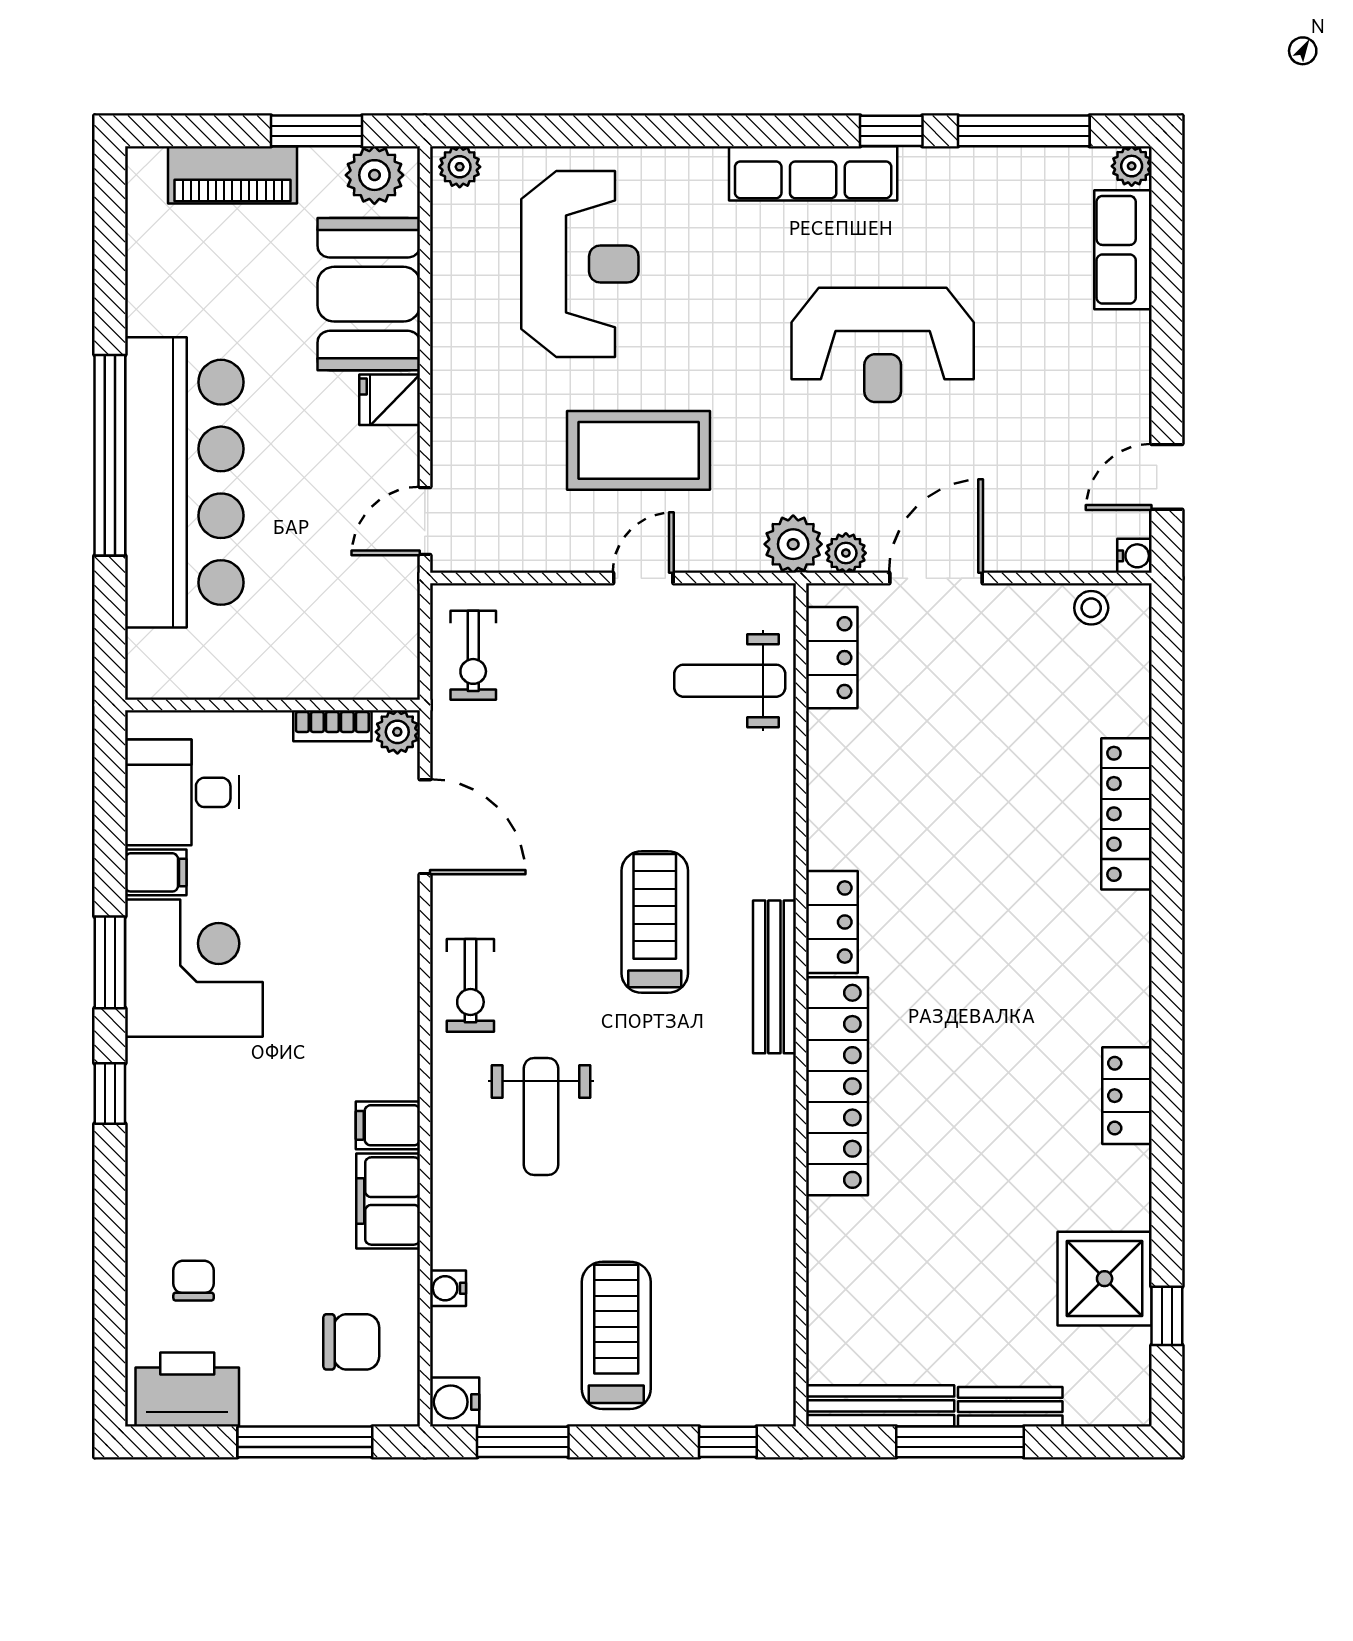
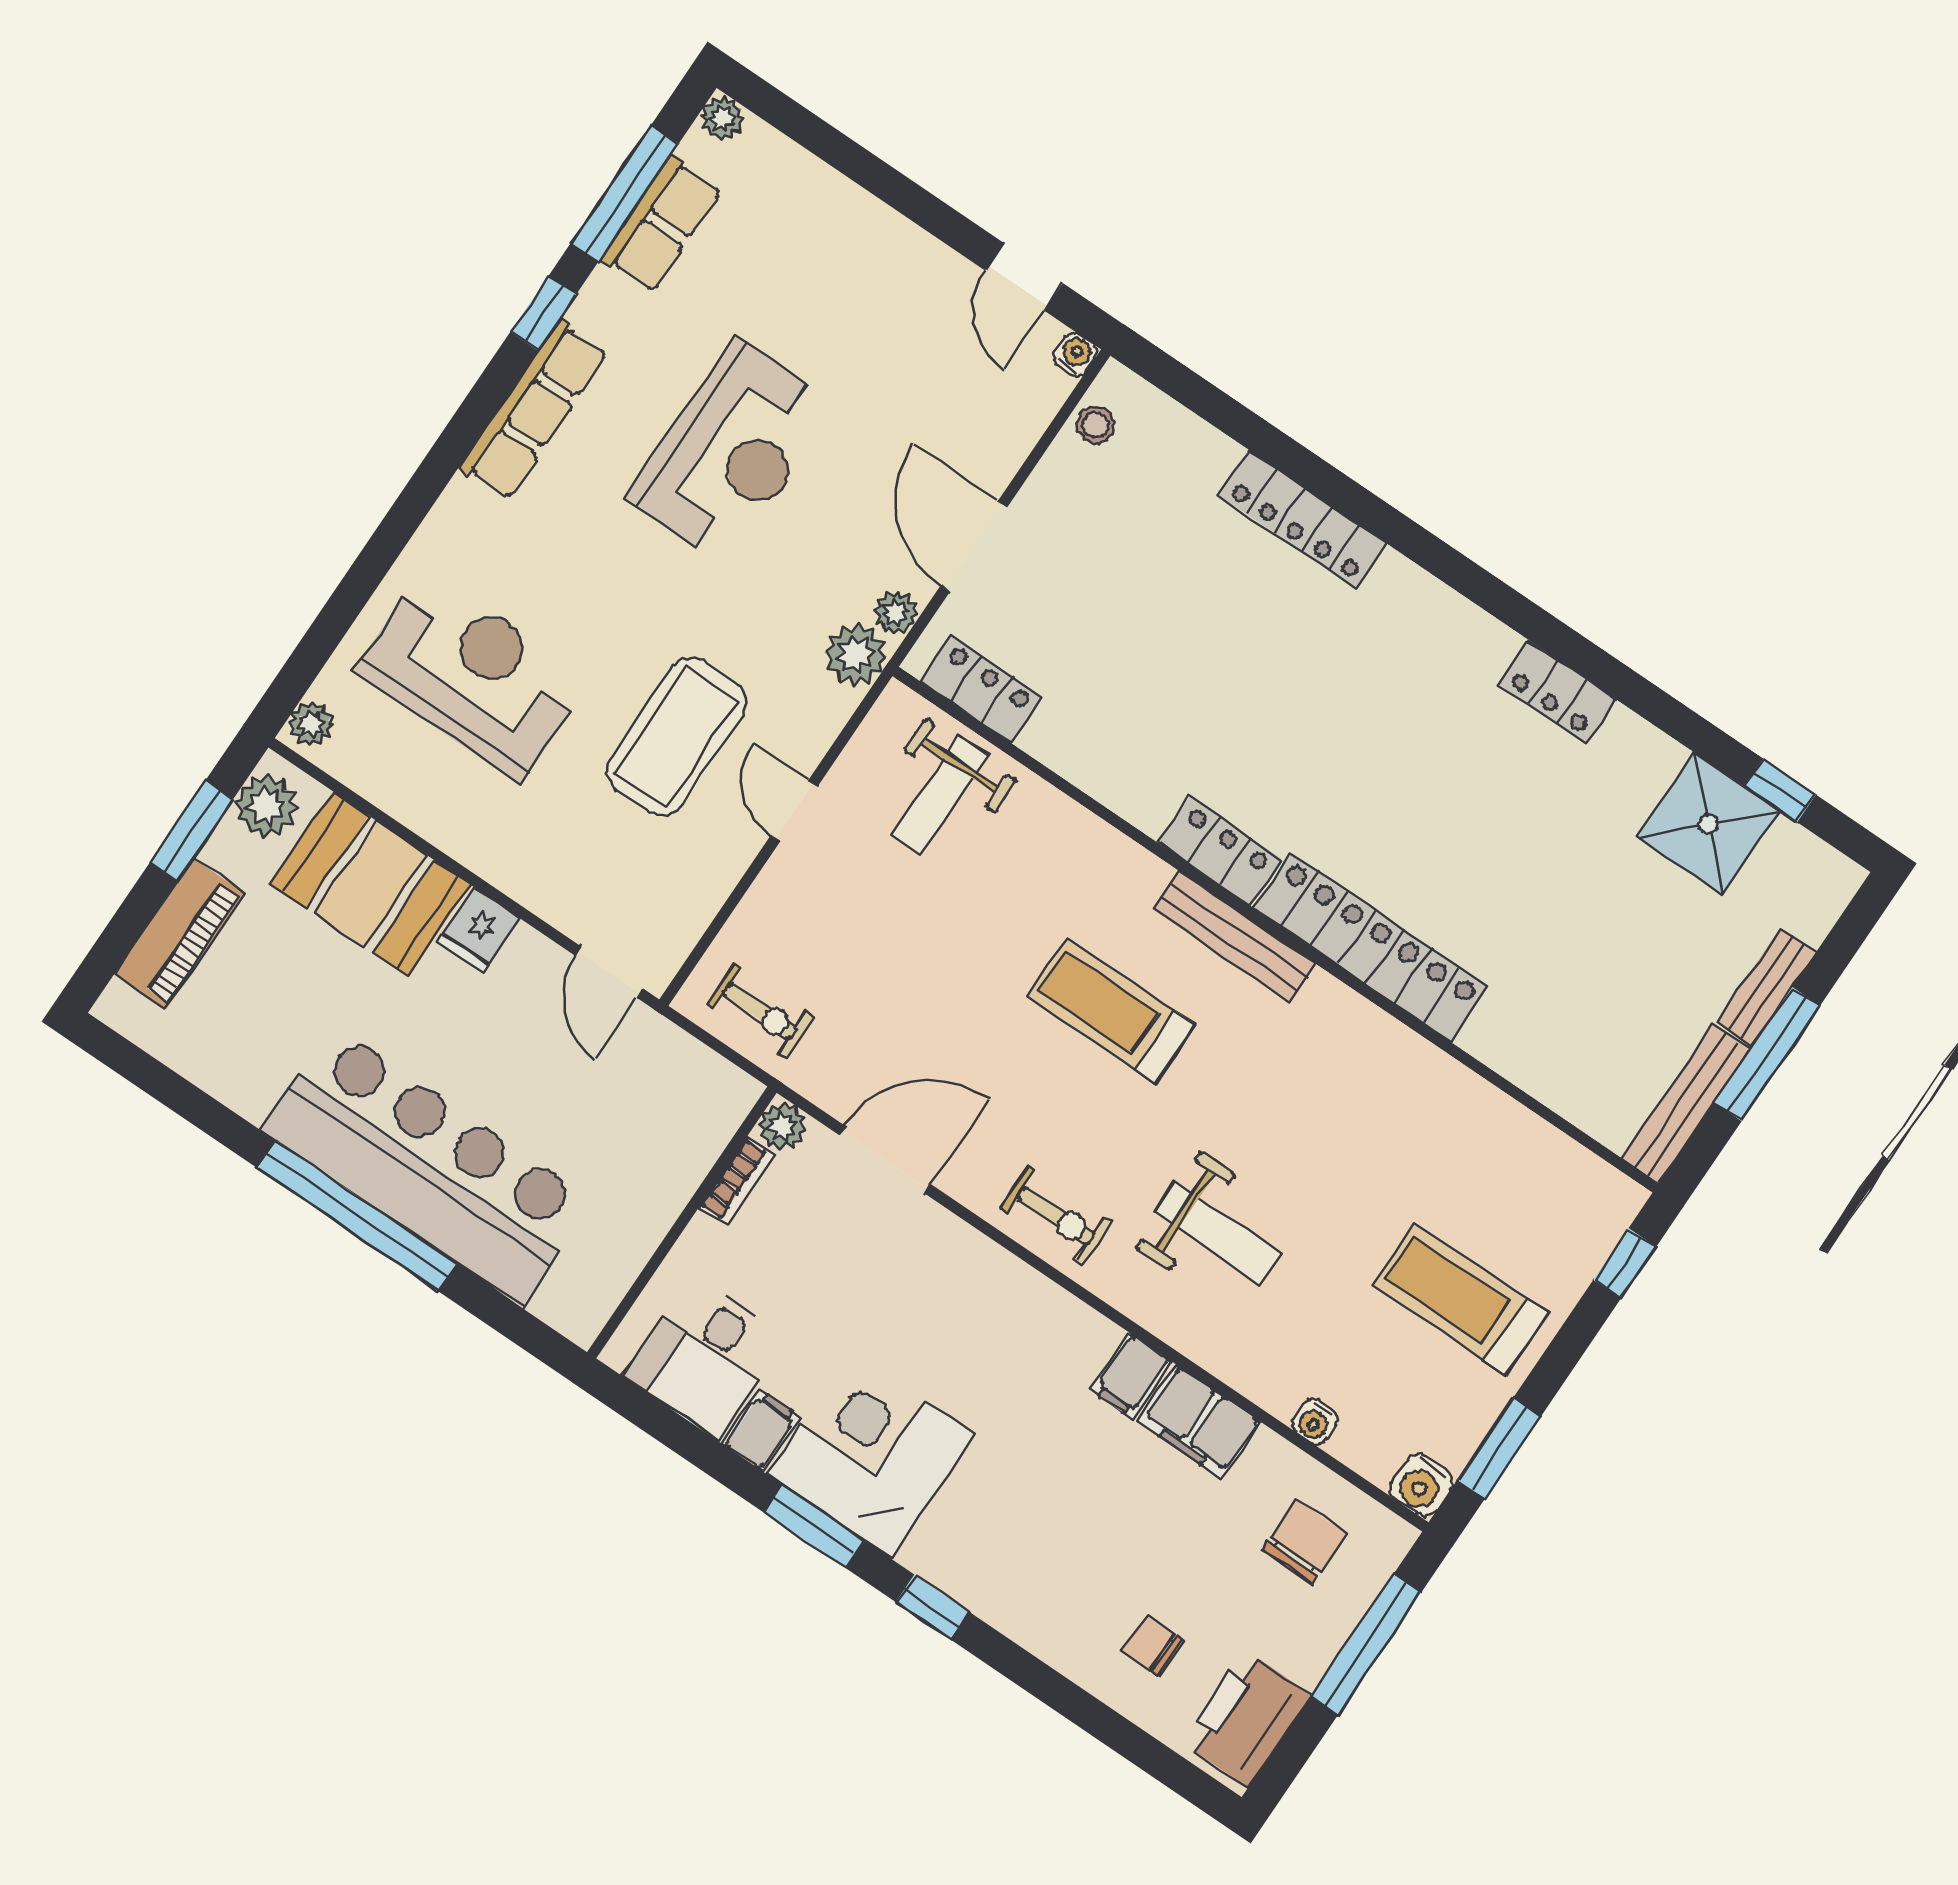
row of seats: (1123, 250) -> (661, 224), moved, turned -90

